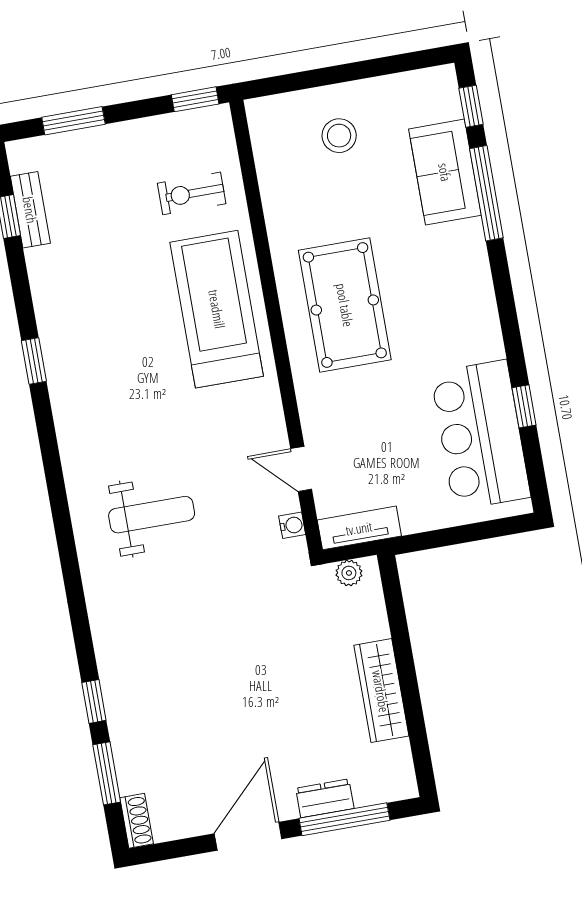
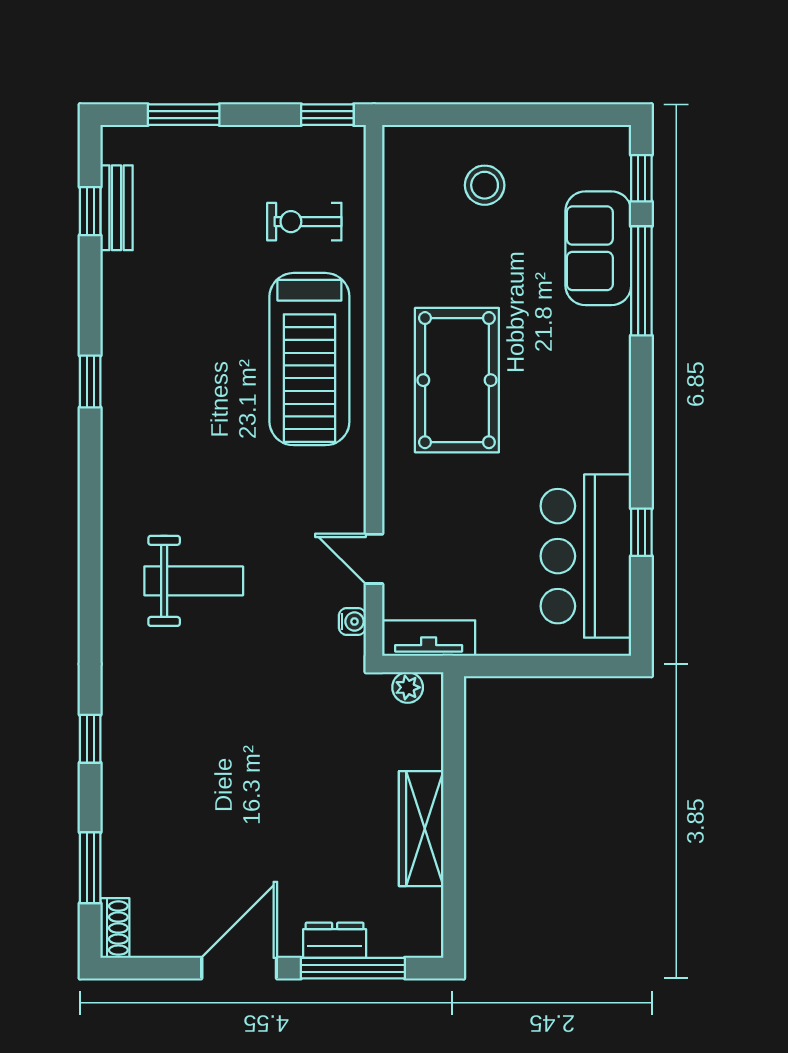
treadmill: (217, 309) -> (309, 359), turned 180
window: (94, 701) -> (90, 739), moved

